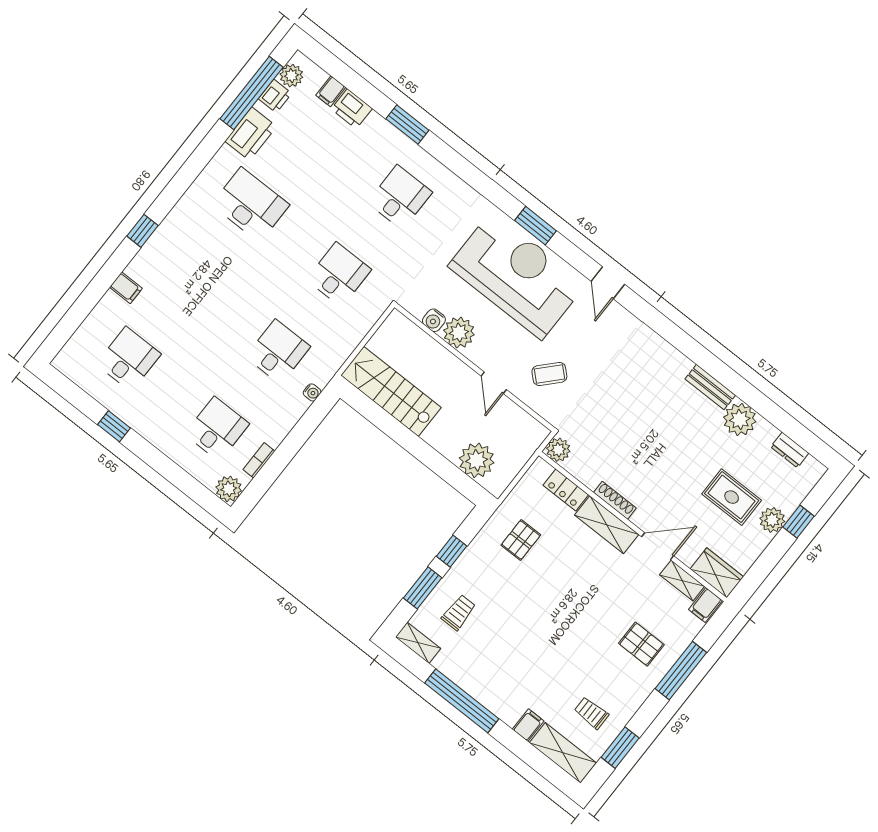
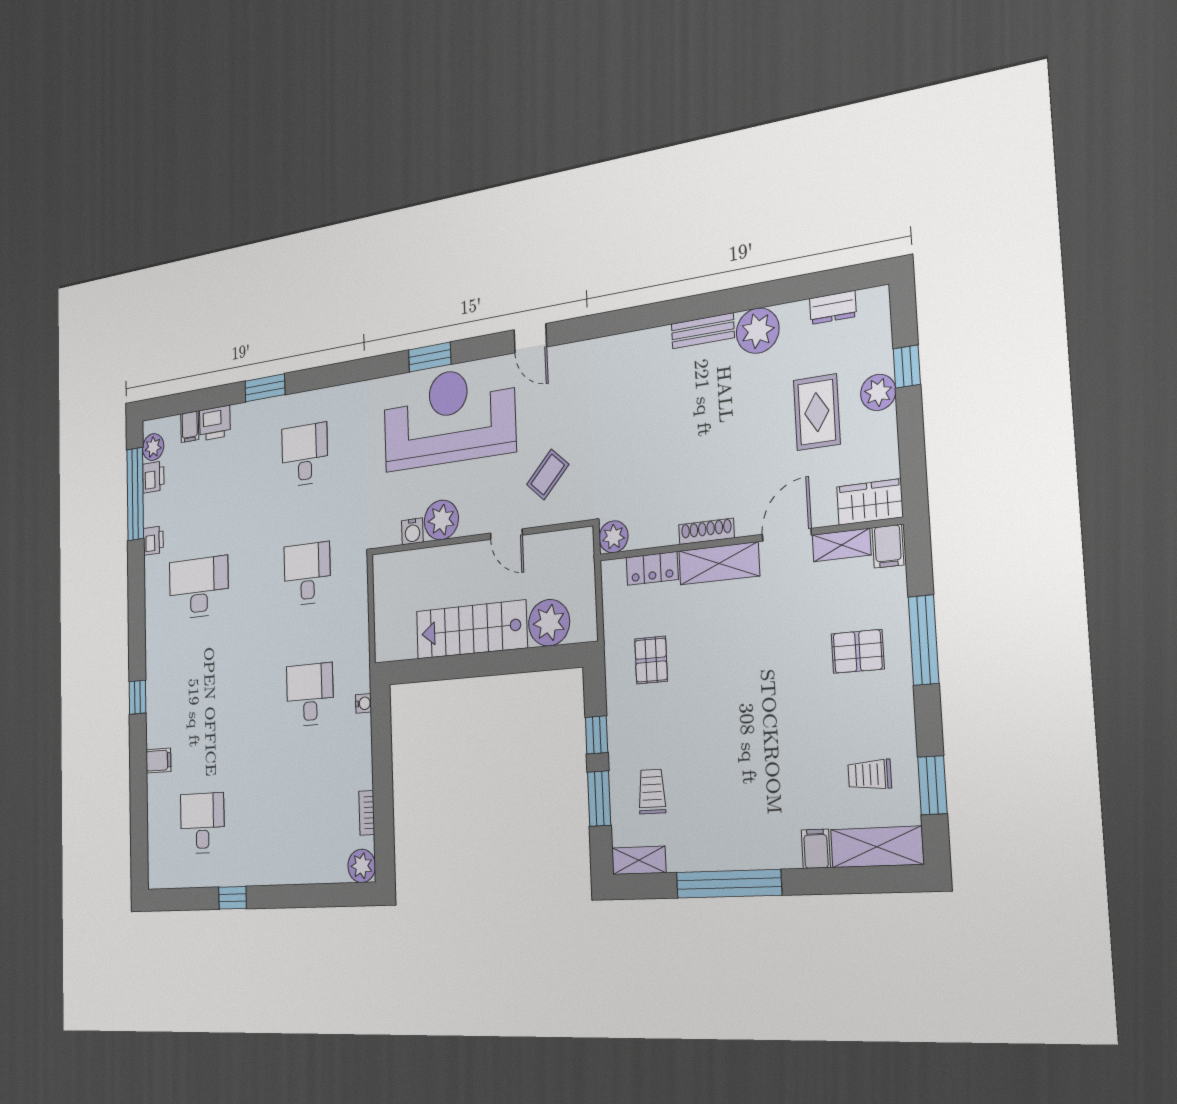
printer: (251, 134) -> (153, 540), width x0.53, depth x0.68
stairs: (391, 391) -> (471, 630), moved
desk: (217, 429) -> (313, 817), removed
rug: (732, 497) -> (817, 412), turned 90

